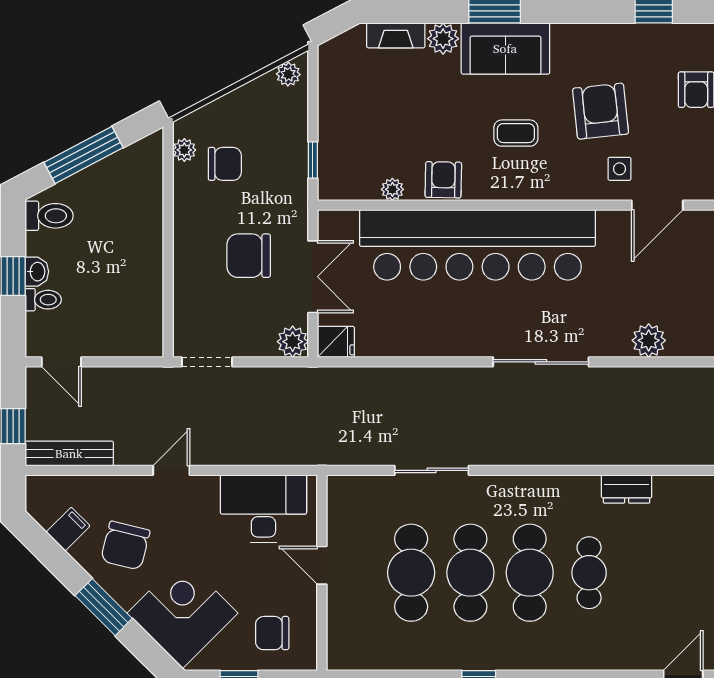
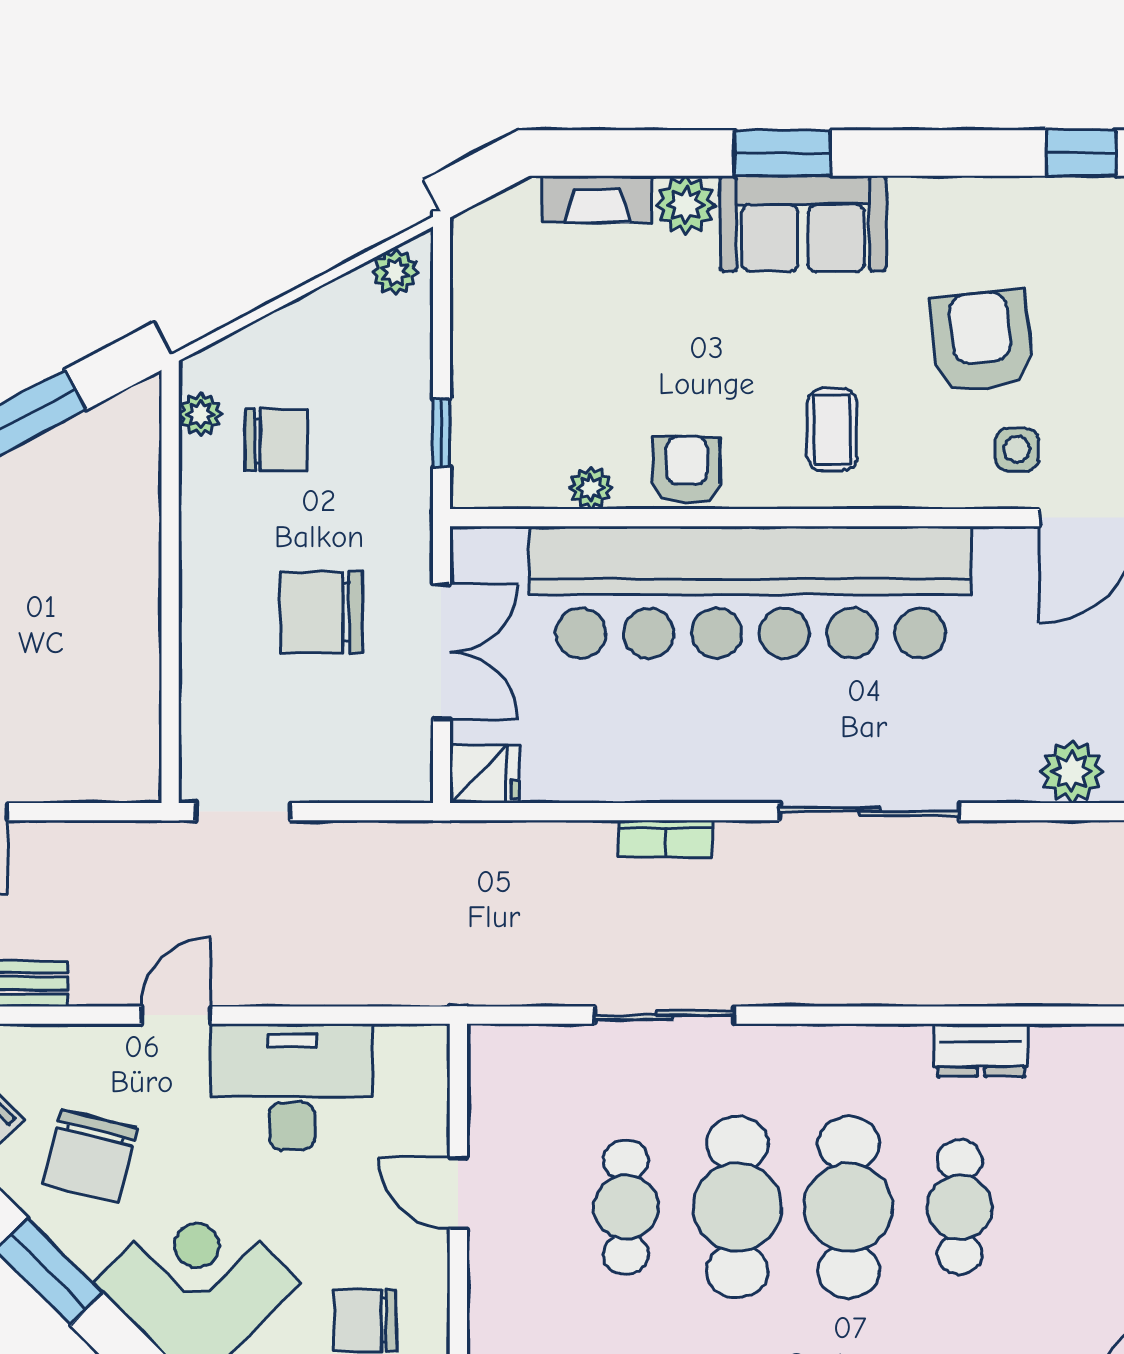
coffee table: (516, 133) -> (832, 430), moved, turned 90
plant: (293, 342) -> (404, 774), removed
bookcase: (432, 376) -> (665, 839), added
dresser: (627, 489) -> (981, 1050), moved
desk: (263, 509) -> (292, 1087), moved
cafe table: (411, 573) -> (626, 1207), width x0.73, depth x0.74

